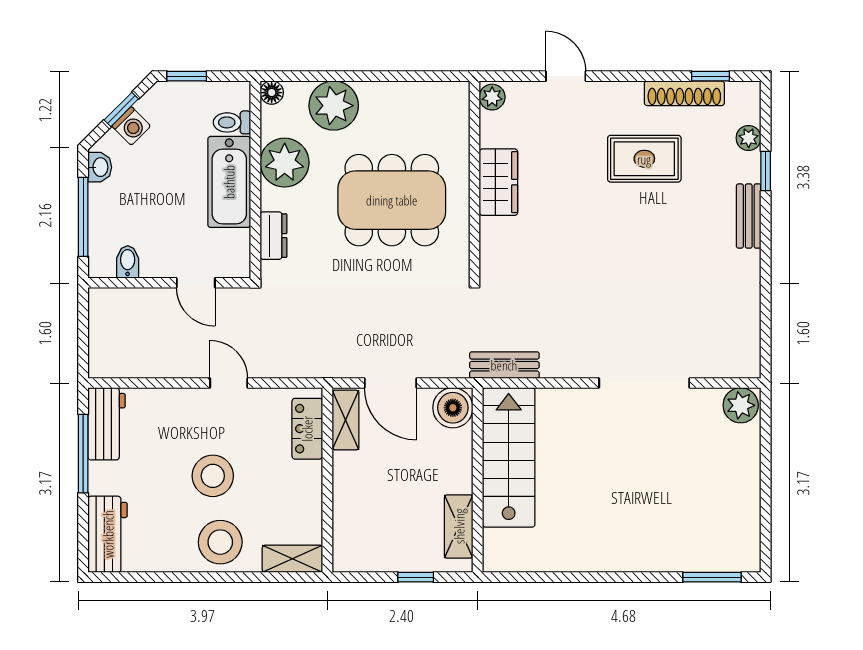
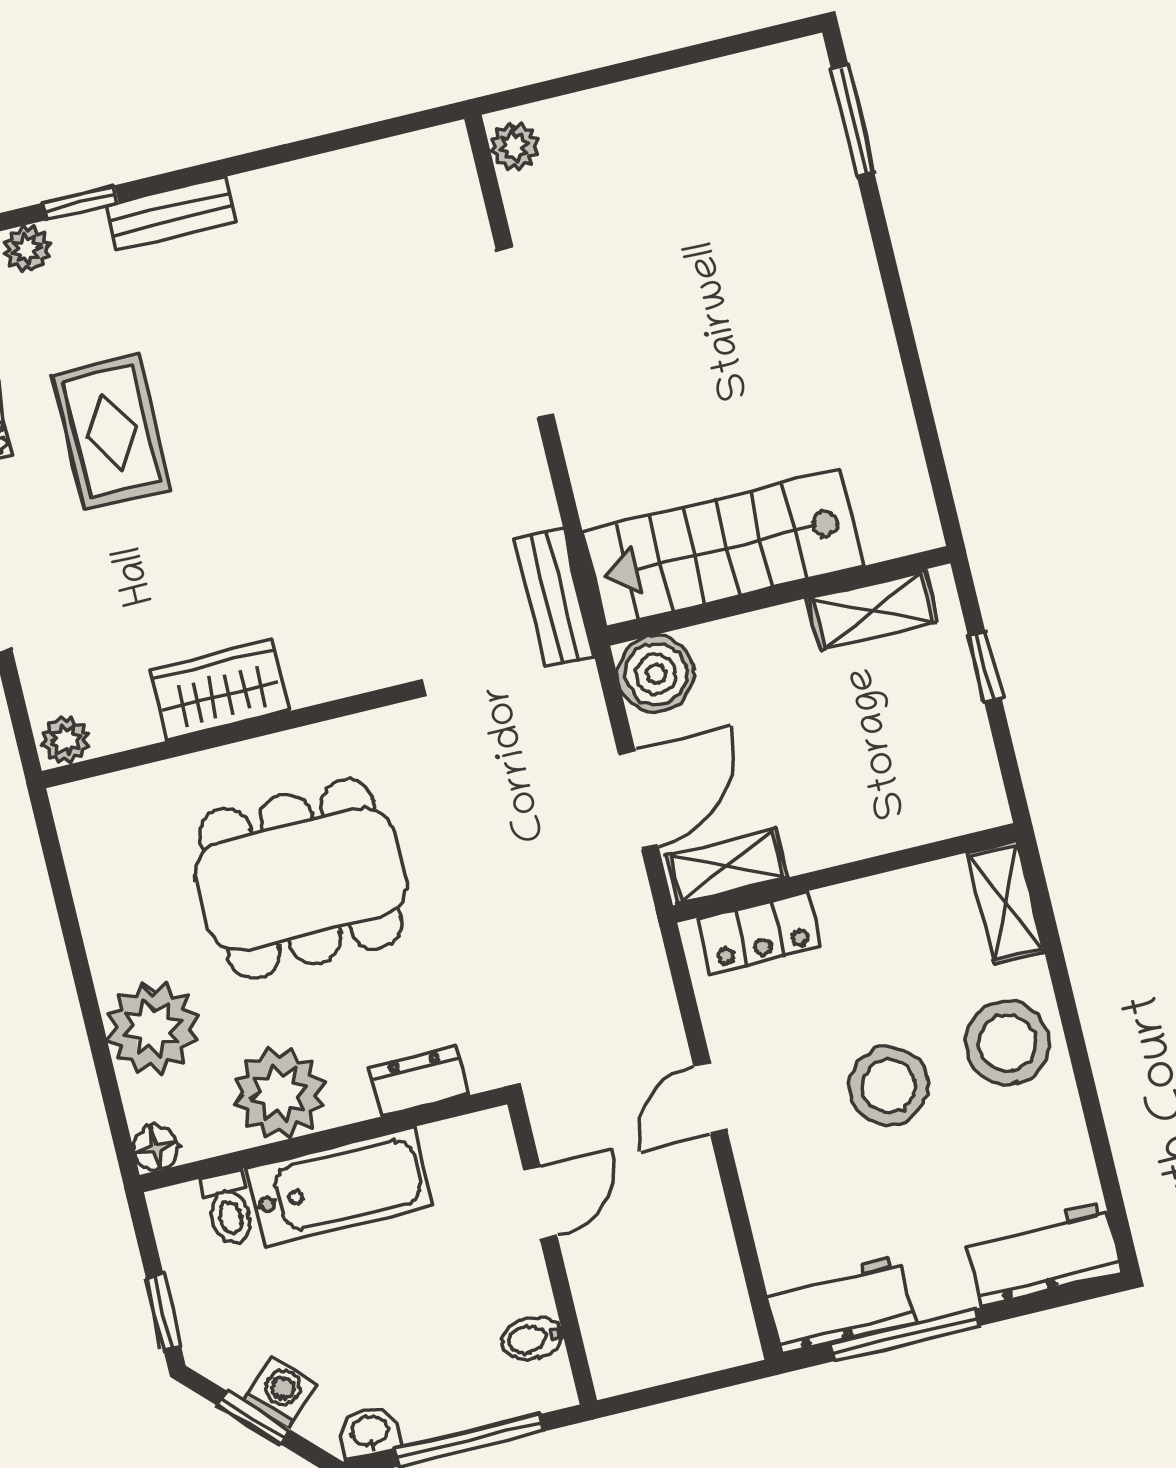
dining table: (392, 200) -> (301, 879), turned 90
plant: (741, 405) -> (514, 147), width x0.73, depth x0.73

